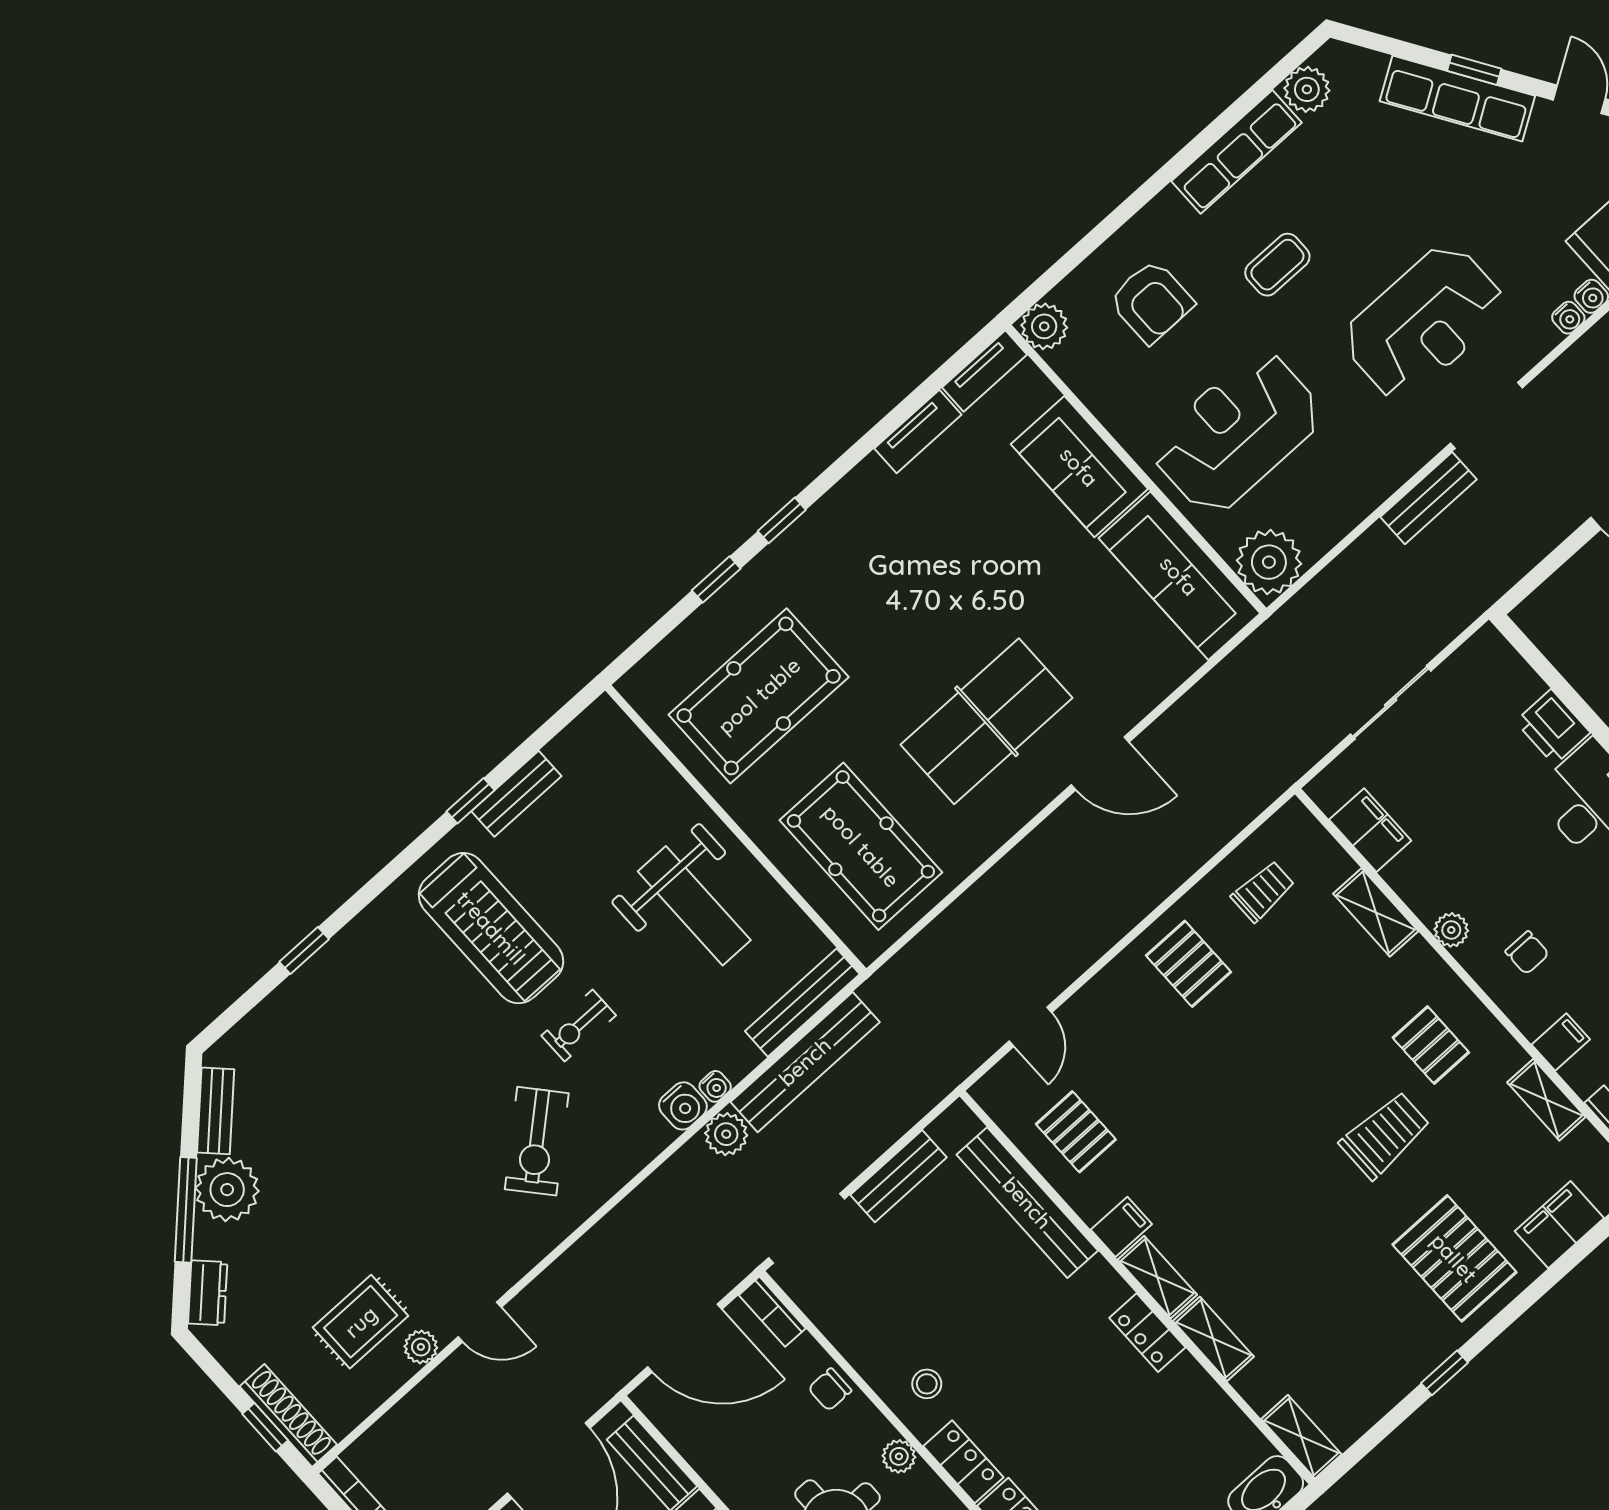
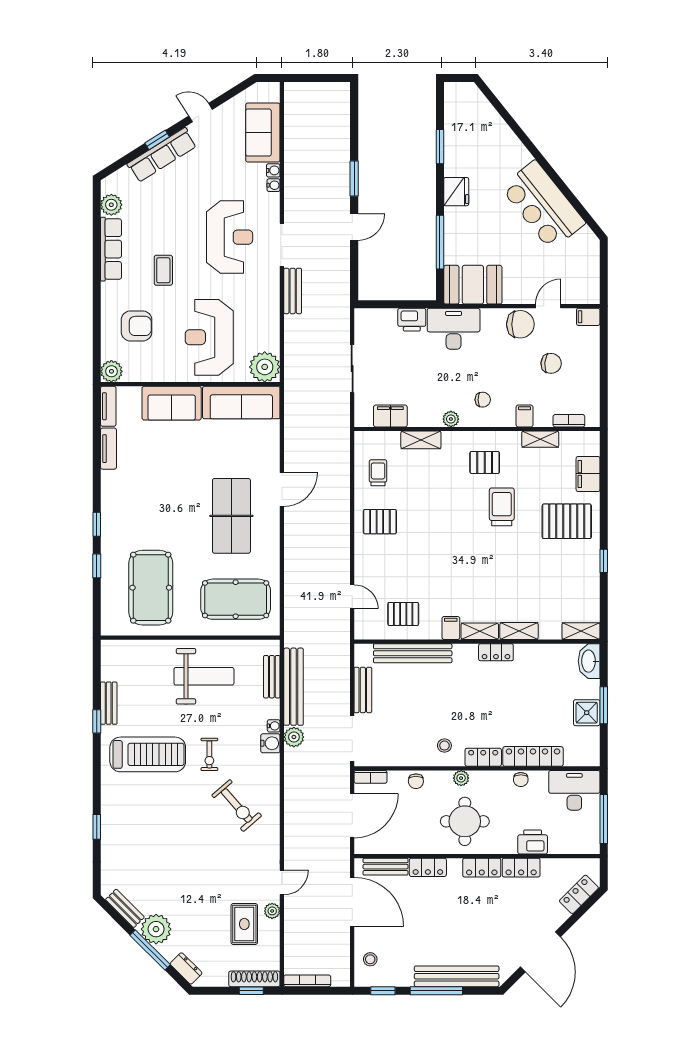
bench: (802, 1003) -> (272, 677), width x0.73

